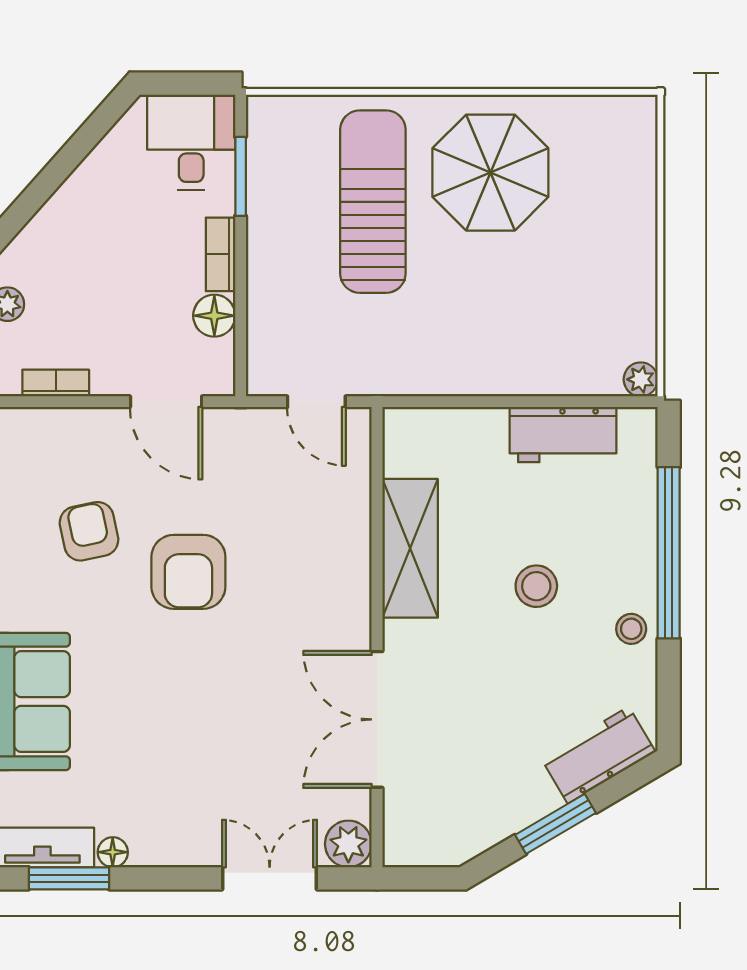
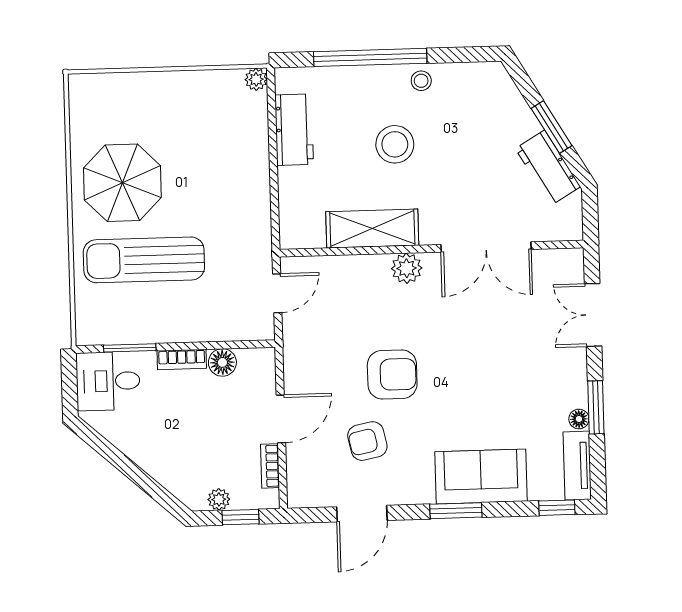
door: (166, 402) -> (281, 419), moved
stool: (536, 586) -> (395, 144), width x1.38, depth x1.38
workbench: (598, 755) -> (548, 168), moved
plant: (348, 844) -> (407, 268), moved
window: (69, 878) -> (596, 407), moved

